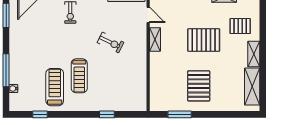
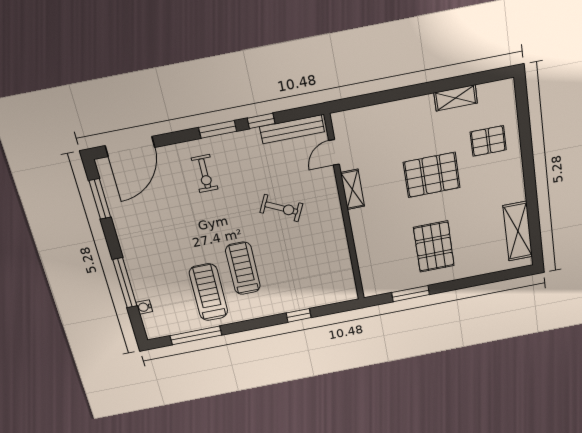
door: (148, 15) -> (334, 152), swing flipped
shelving: (254, 54) -> (515, 181), removed
treadmill: (79, 76) -> (243, 268), turned 180
window: (40, 114) -> (196, 335), width x2.17

